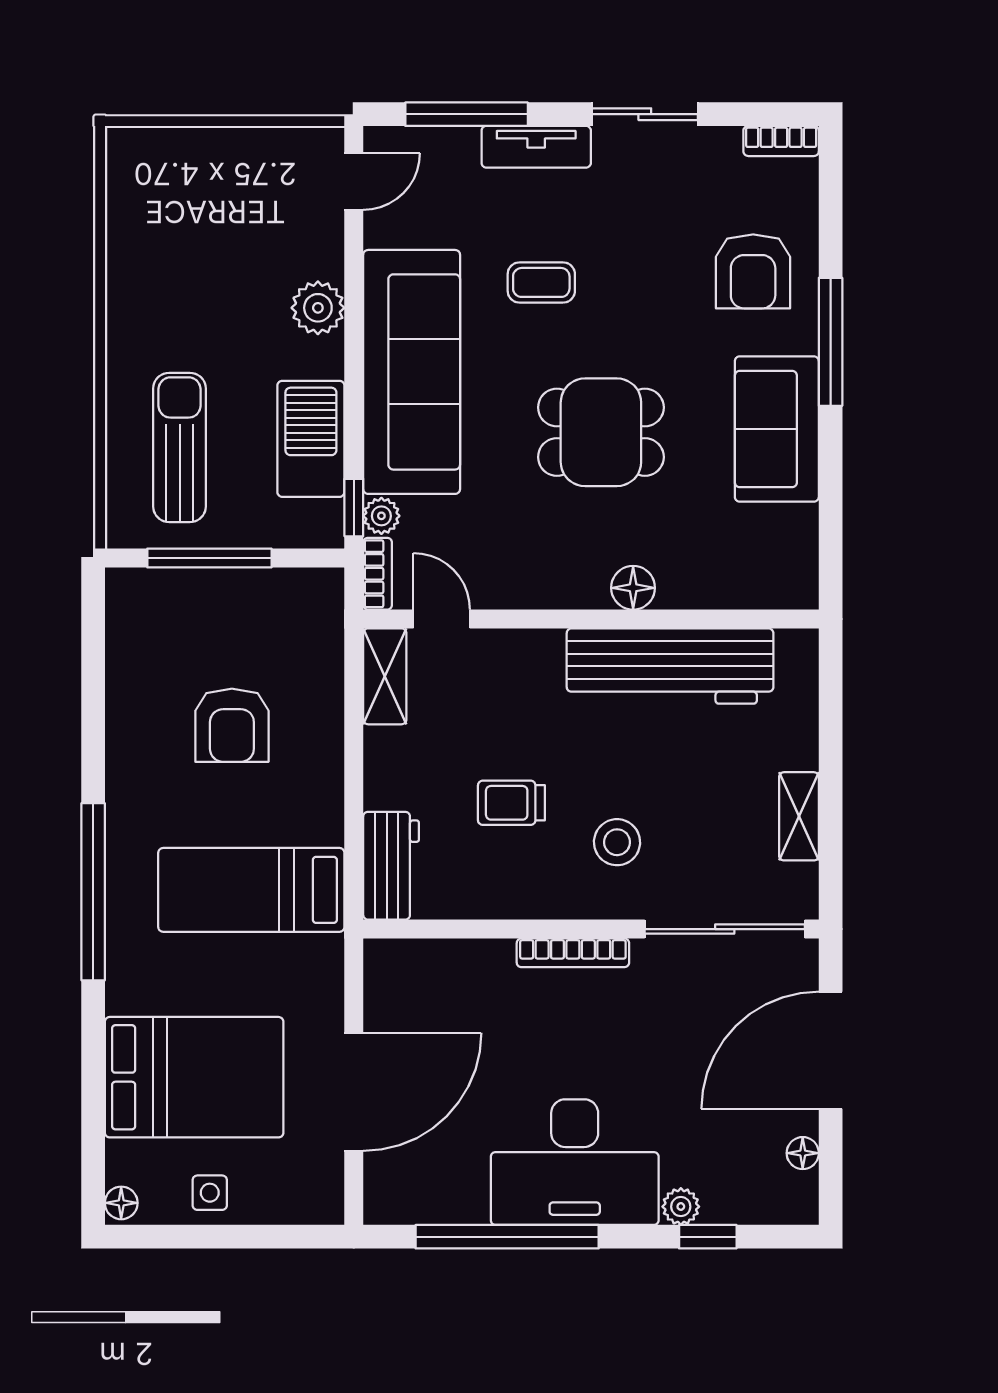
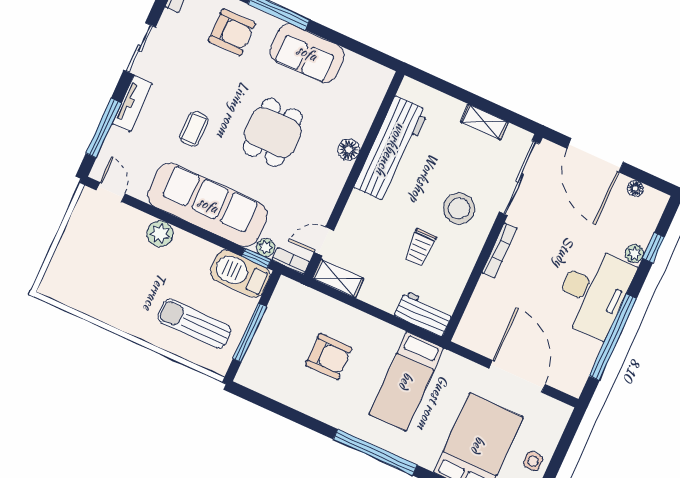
barbecue: (311, 439) -> (240, 274), moved
stool: (617, 842) -> (459, 208), width x1.38, depth x1.38

